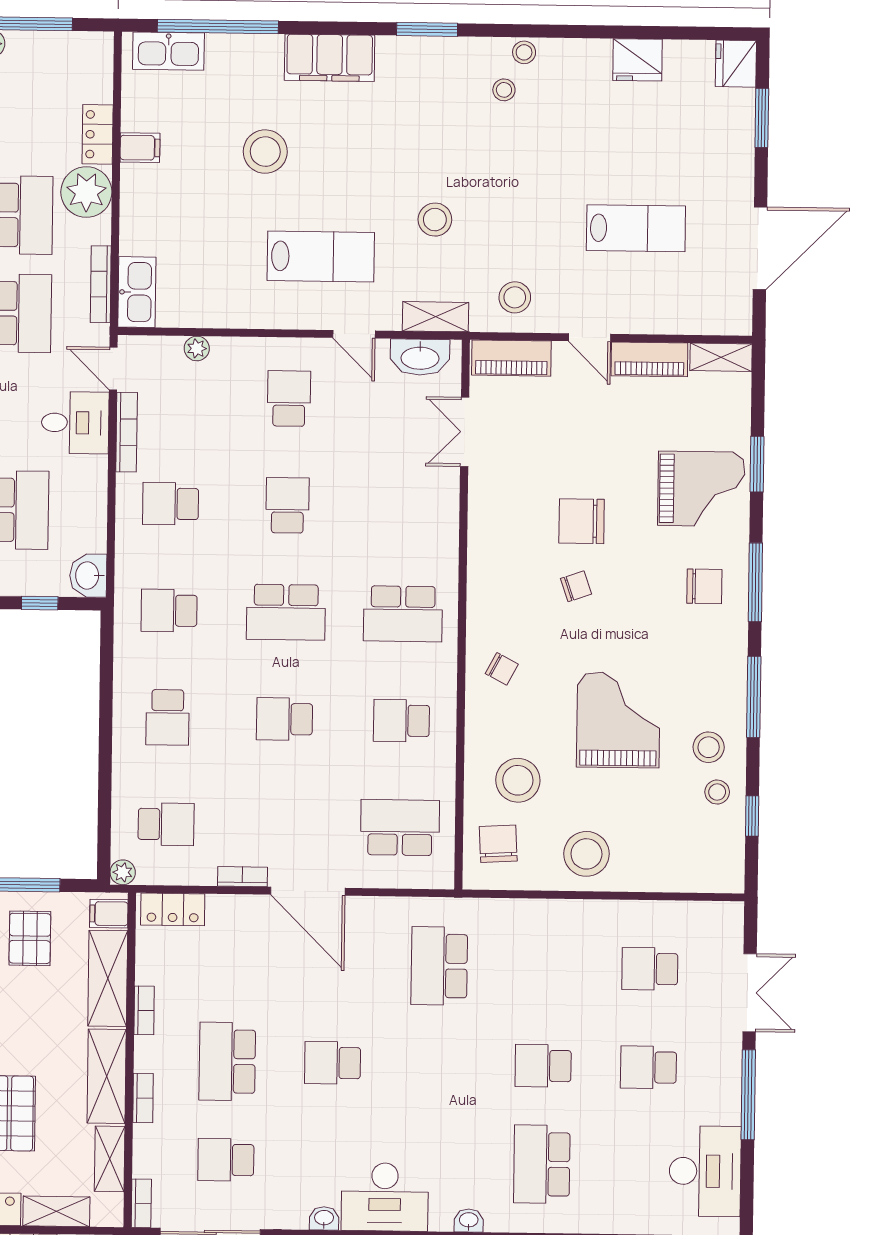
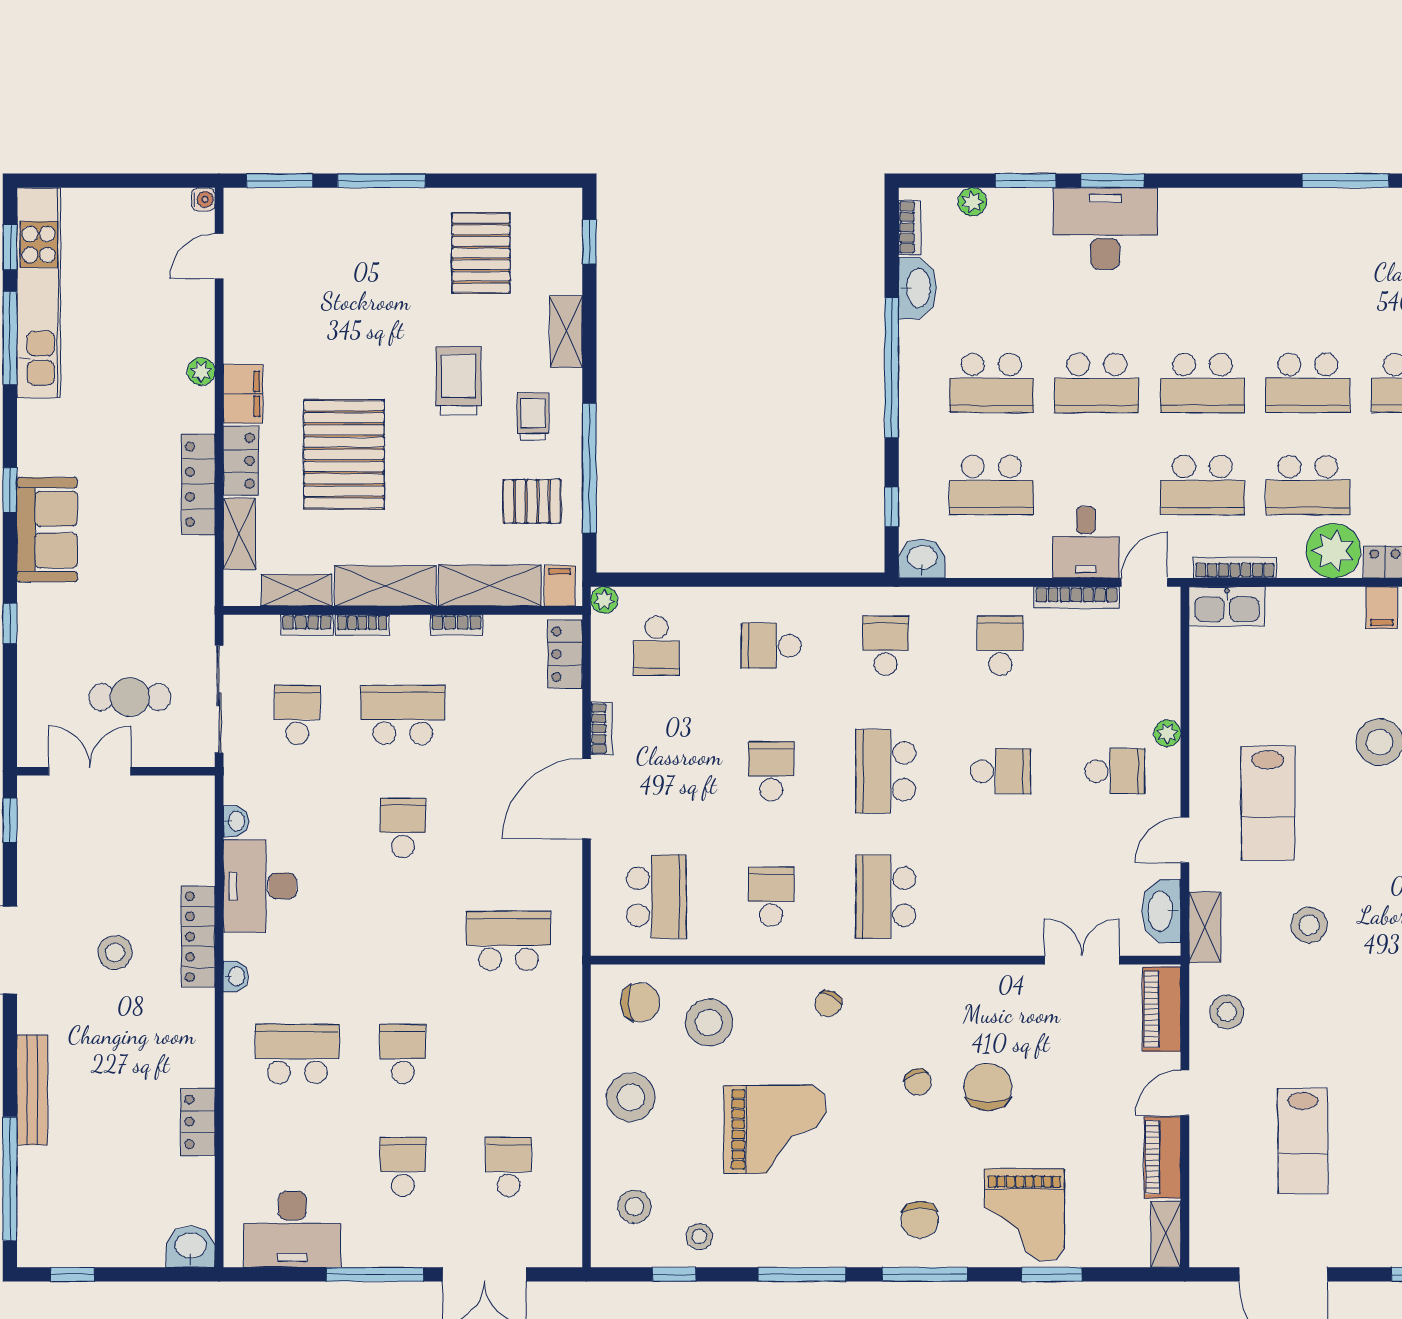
plant: (197, 348) -> (1167, 733), moved
stool: (709, 747) -> (634, 1207), moved
bookcase: (141, 1203) -> (307, 625), moved

